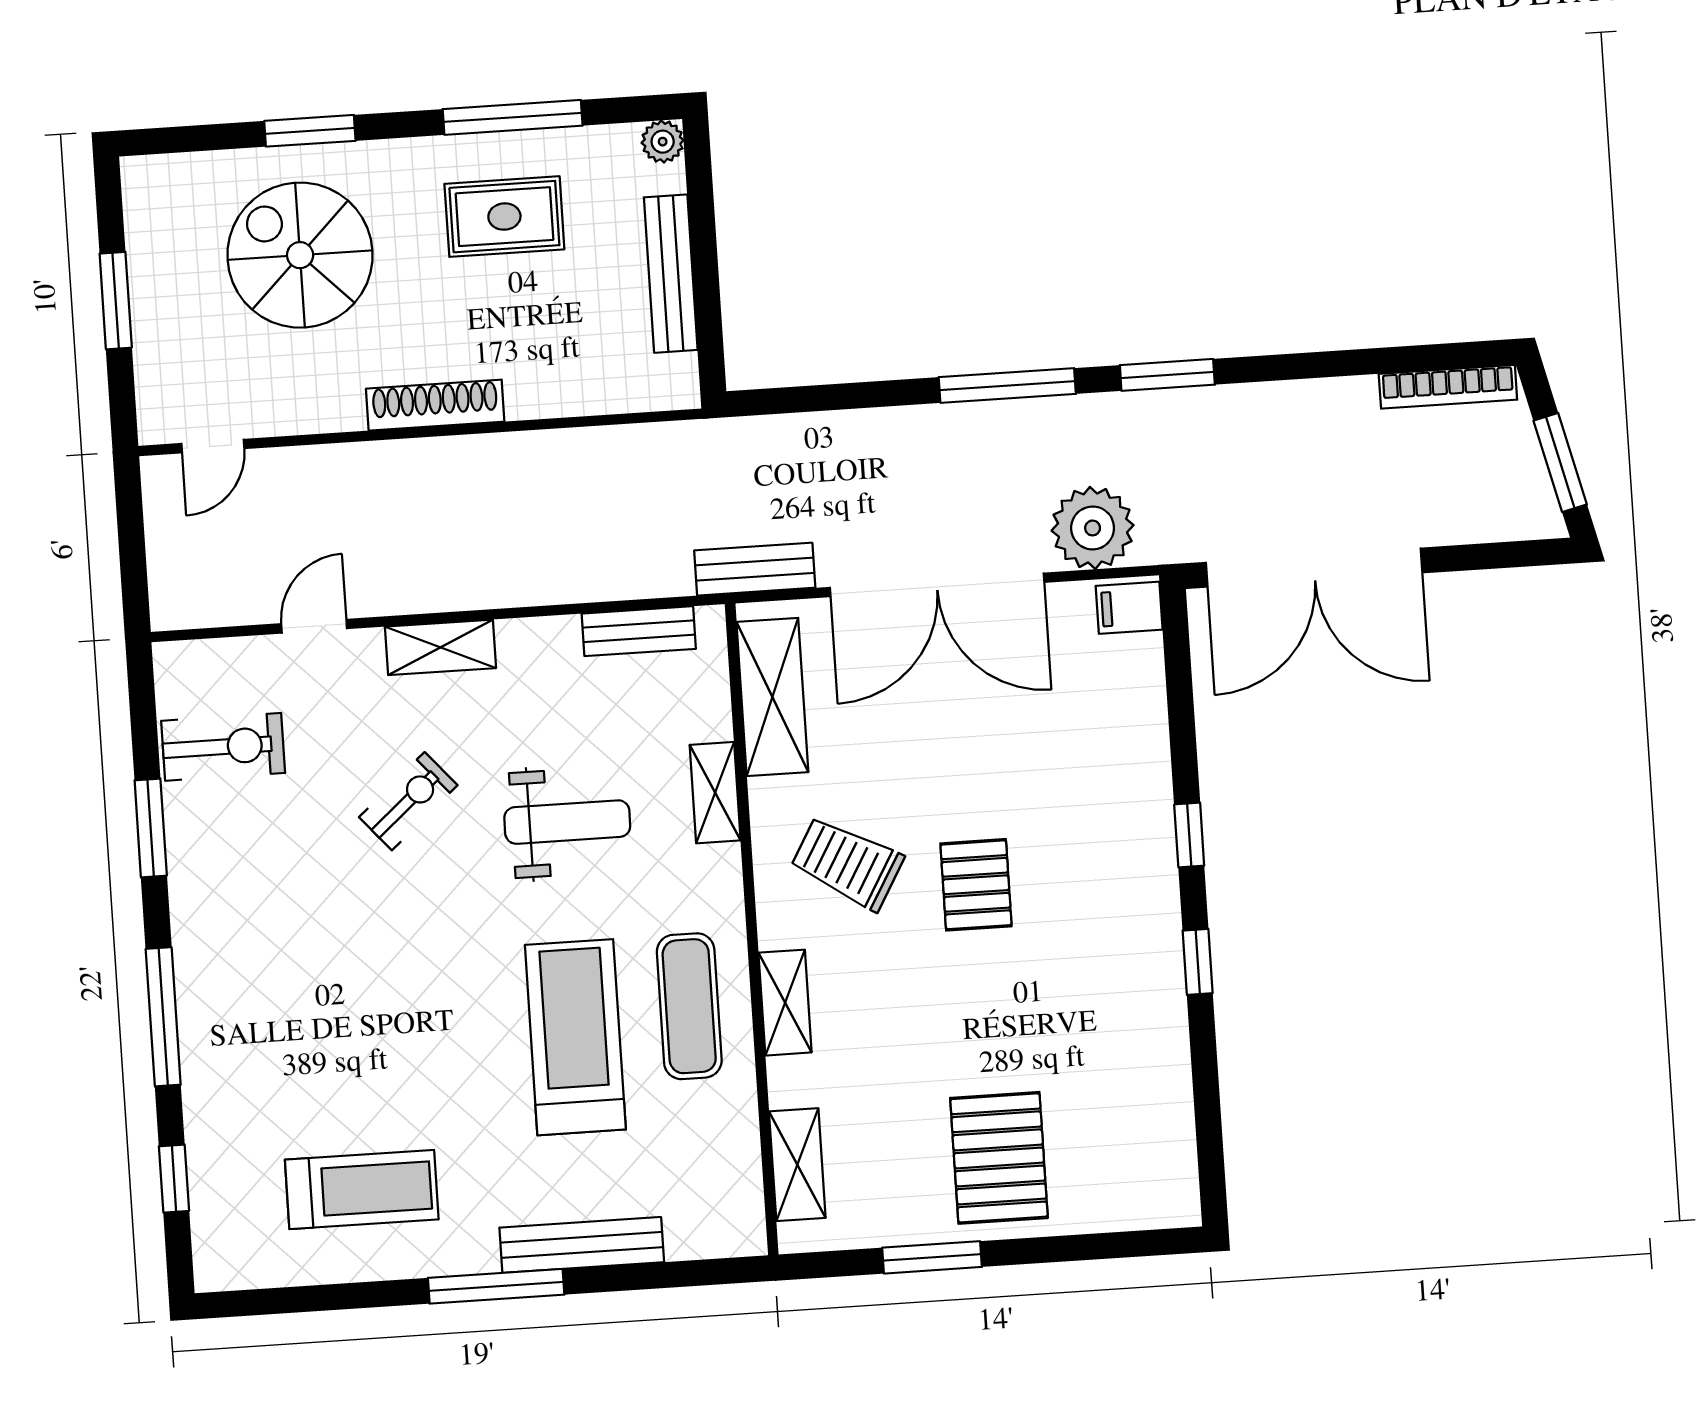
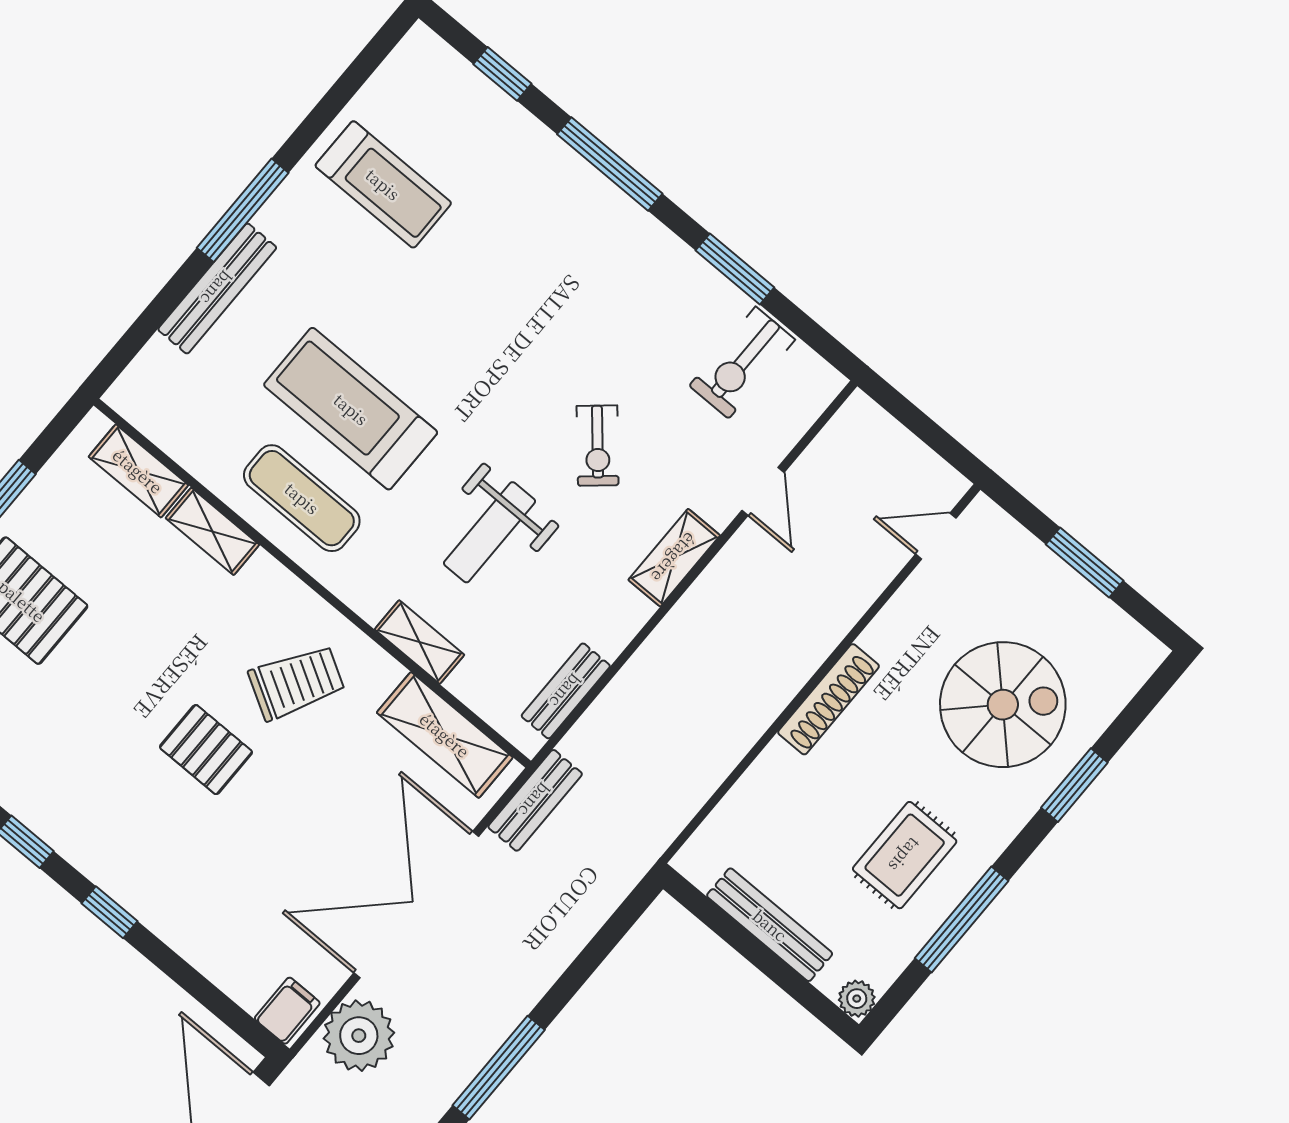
door: (213, 446) -> (936, 536), hinge flipped
shelving: (785, 1003) -> (212, 531), moved
treadmill: (575, 1037) -> (351, 409), turned 180
treadmill: (362, 1189) -> (383, 184), turned -90

